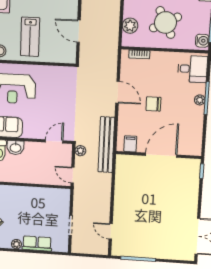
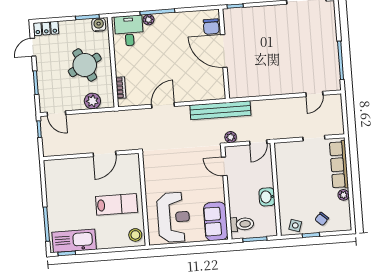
plant: (200, 100) -> (149, 20), moved
chair: (153, 104) -> (211, 27), moved
filing cabinet: (130, 144) -> (216, 85), removed
washbasin: (15, 148) -> (267, 197), moved, turned 180
row of seats: (37, 243) -> (339, 165), width x1.48

